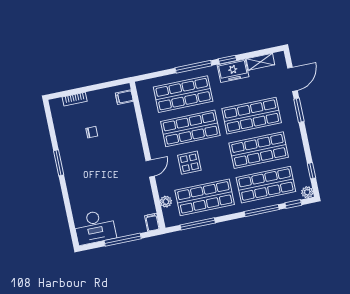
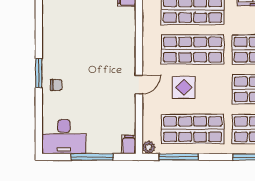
chair: (92, 132) -> (56, 85), moved
window: (59, 163) -> (39, 73), moved
plant: (166, 202) -> (149, 147), moved

